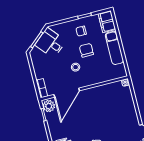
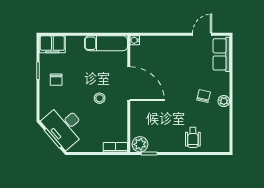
desk: (51, 43) -> (65, 126), width x1.37
exam couch: (114, 48) -> (106, 43), moved
chair: (86, 50) -> (82, 79), removed
door: (67, 93) -> (129, 84), moved

